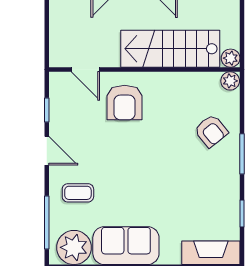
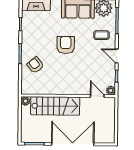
plant: (230, 81) -> (111, 90), moved
armchair: (125, 103) -> (66, 45), moved

